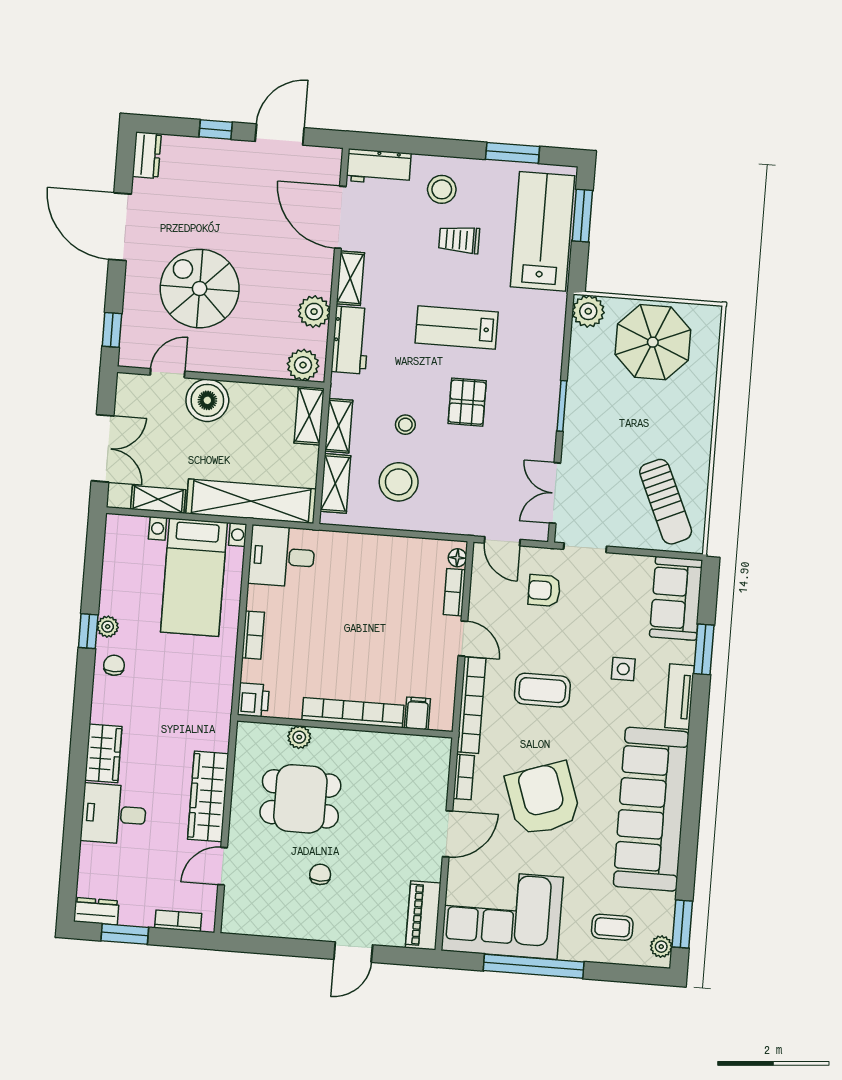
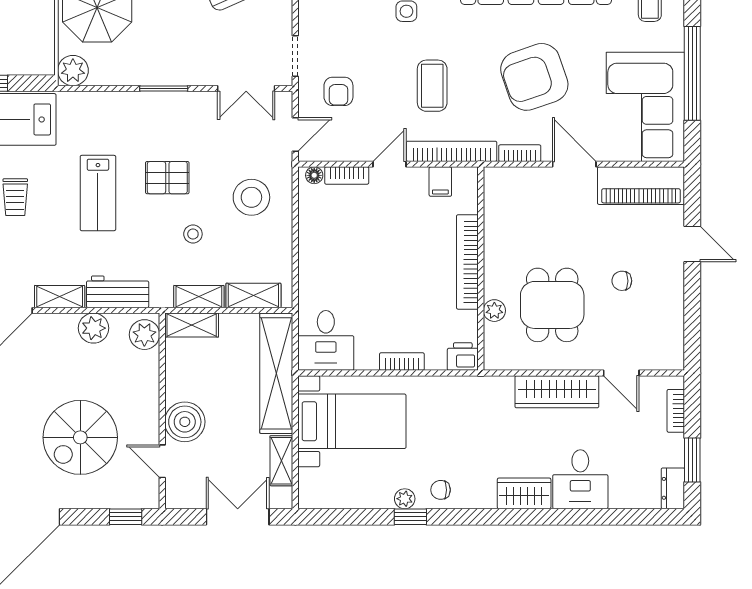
stool: (399, 482) -> (251, 197), moved
filing cabinet: (417, 713) -> (440, 182), moved, turned -90
piano: (423, 915) -> (641, 186), width x1.37, depth x1.33

